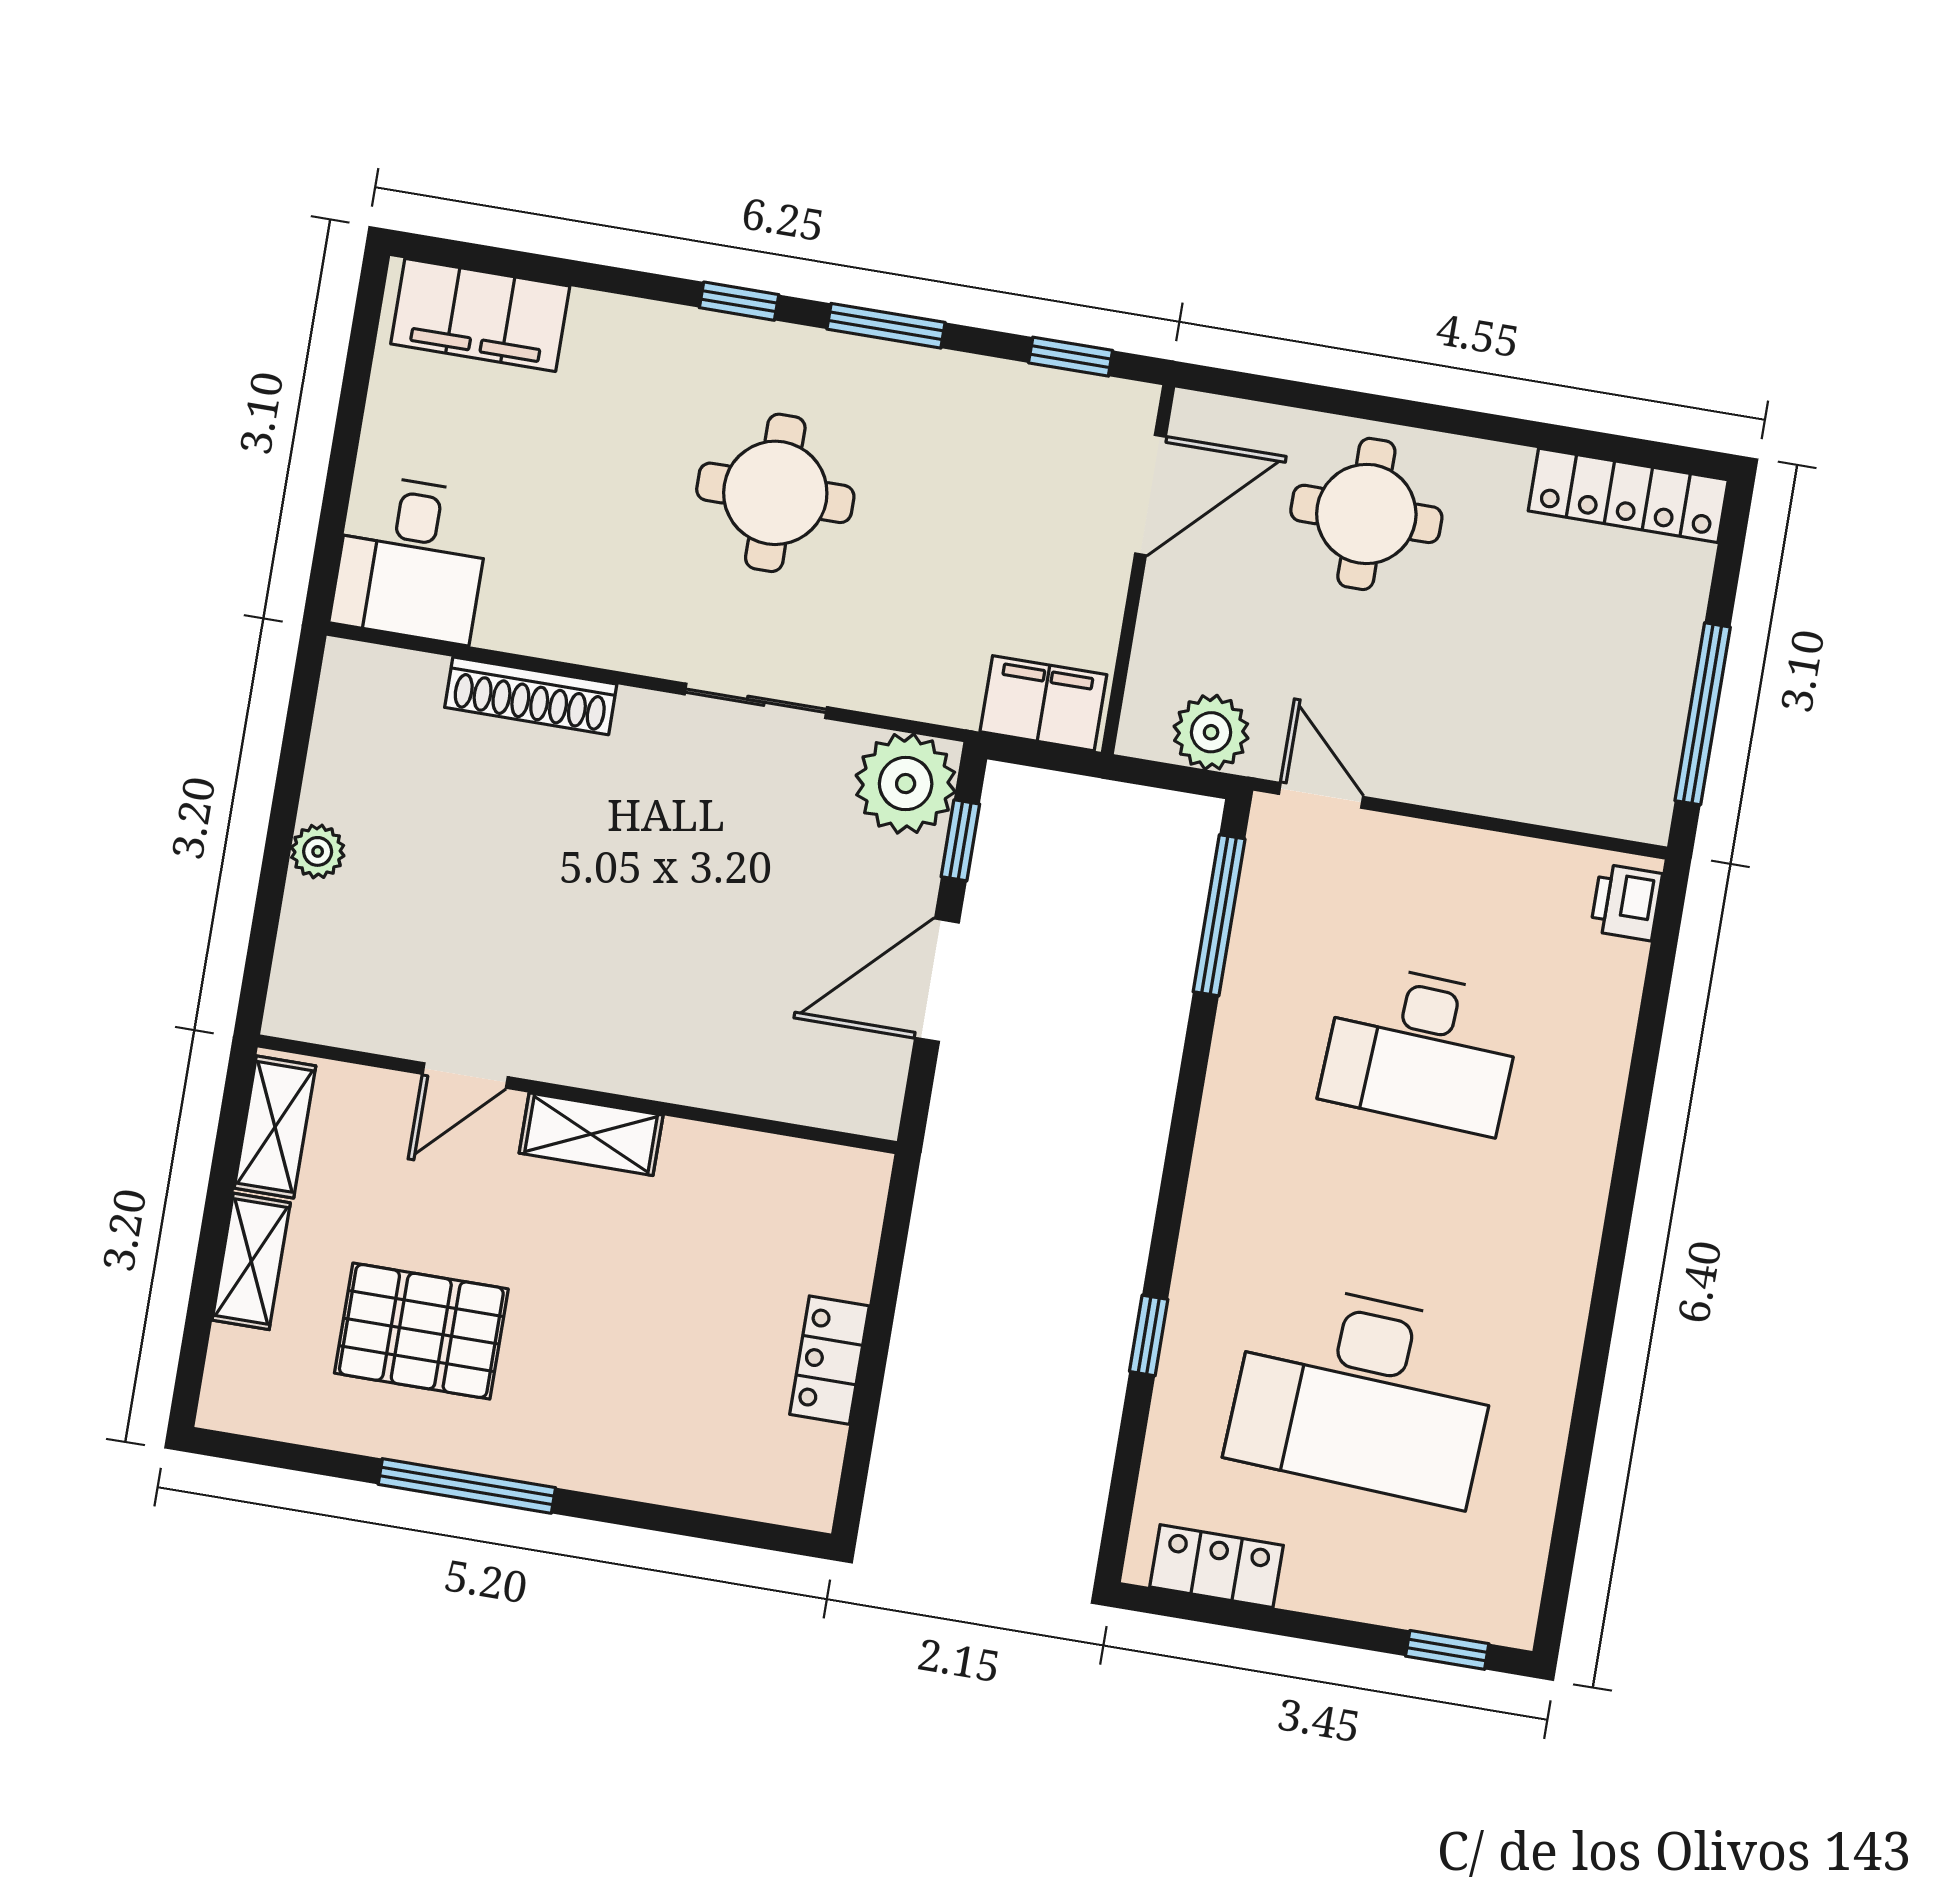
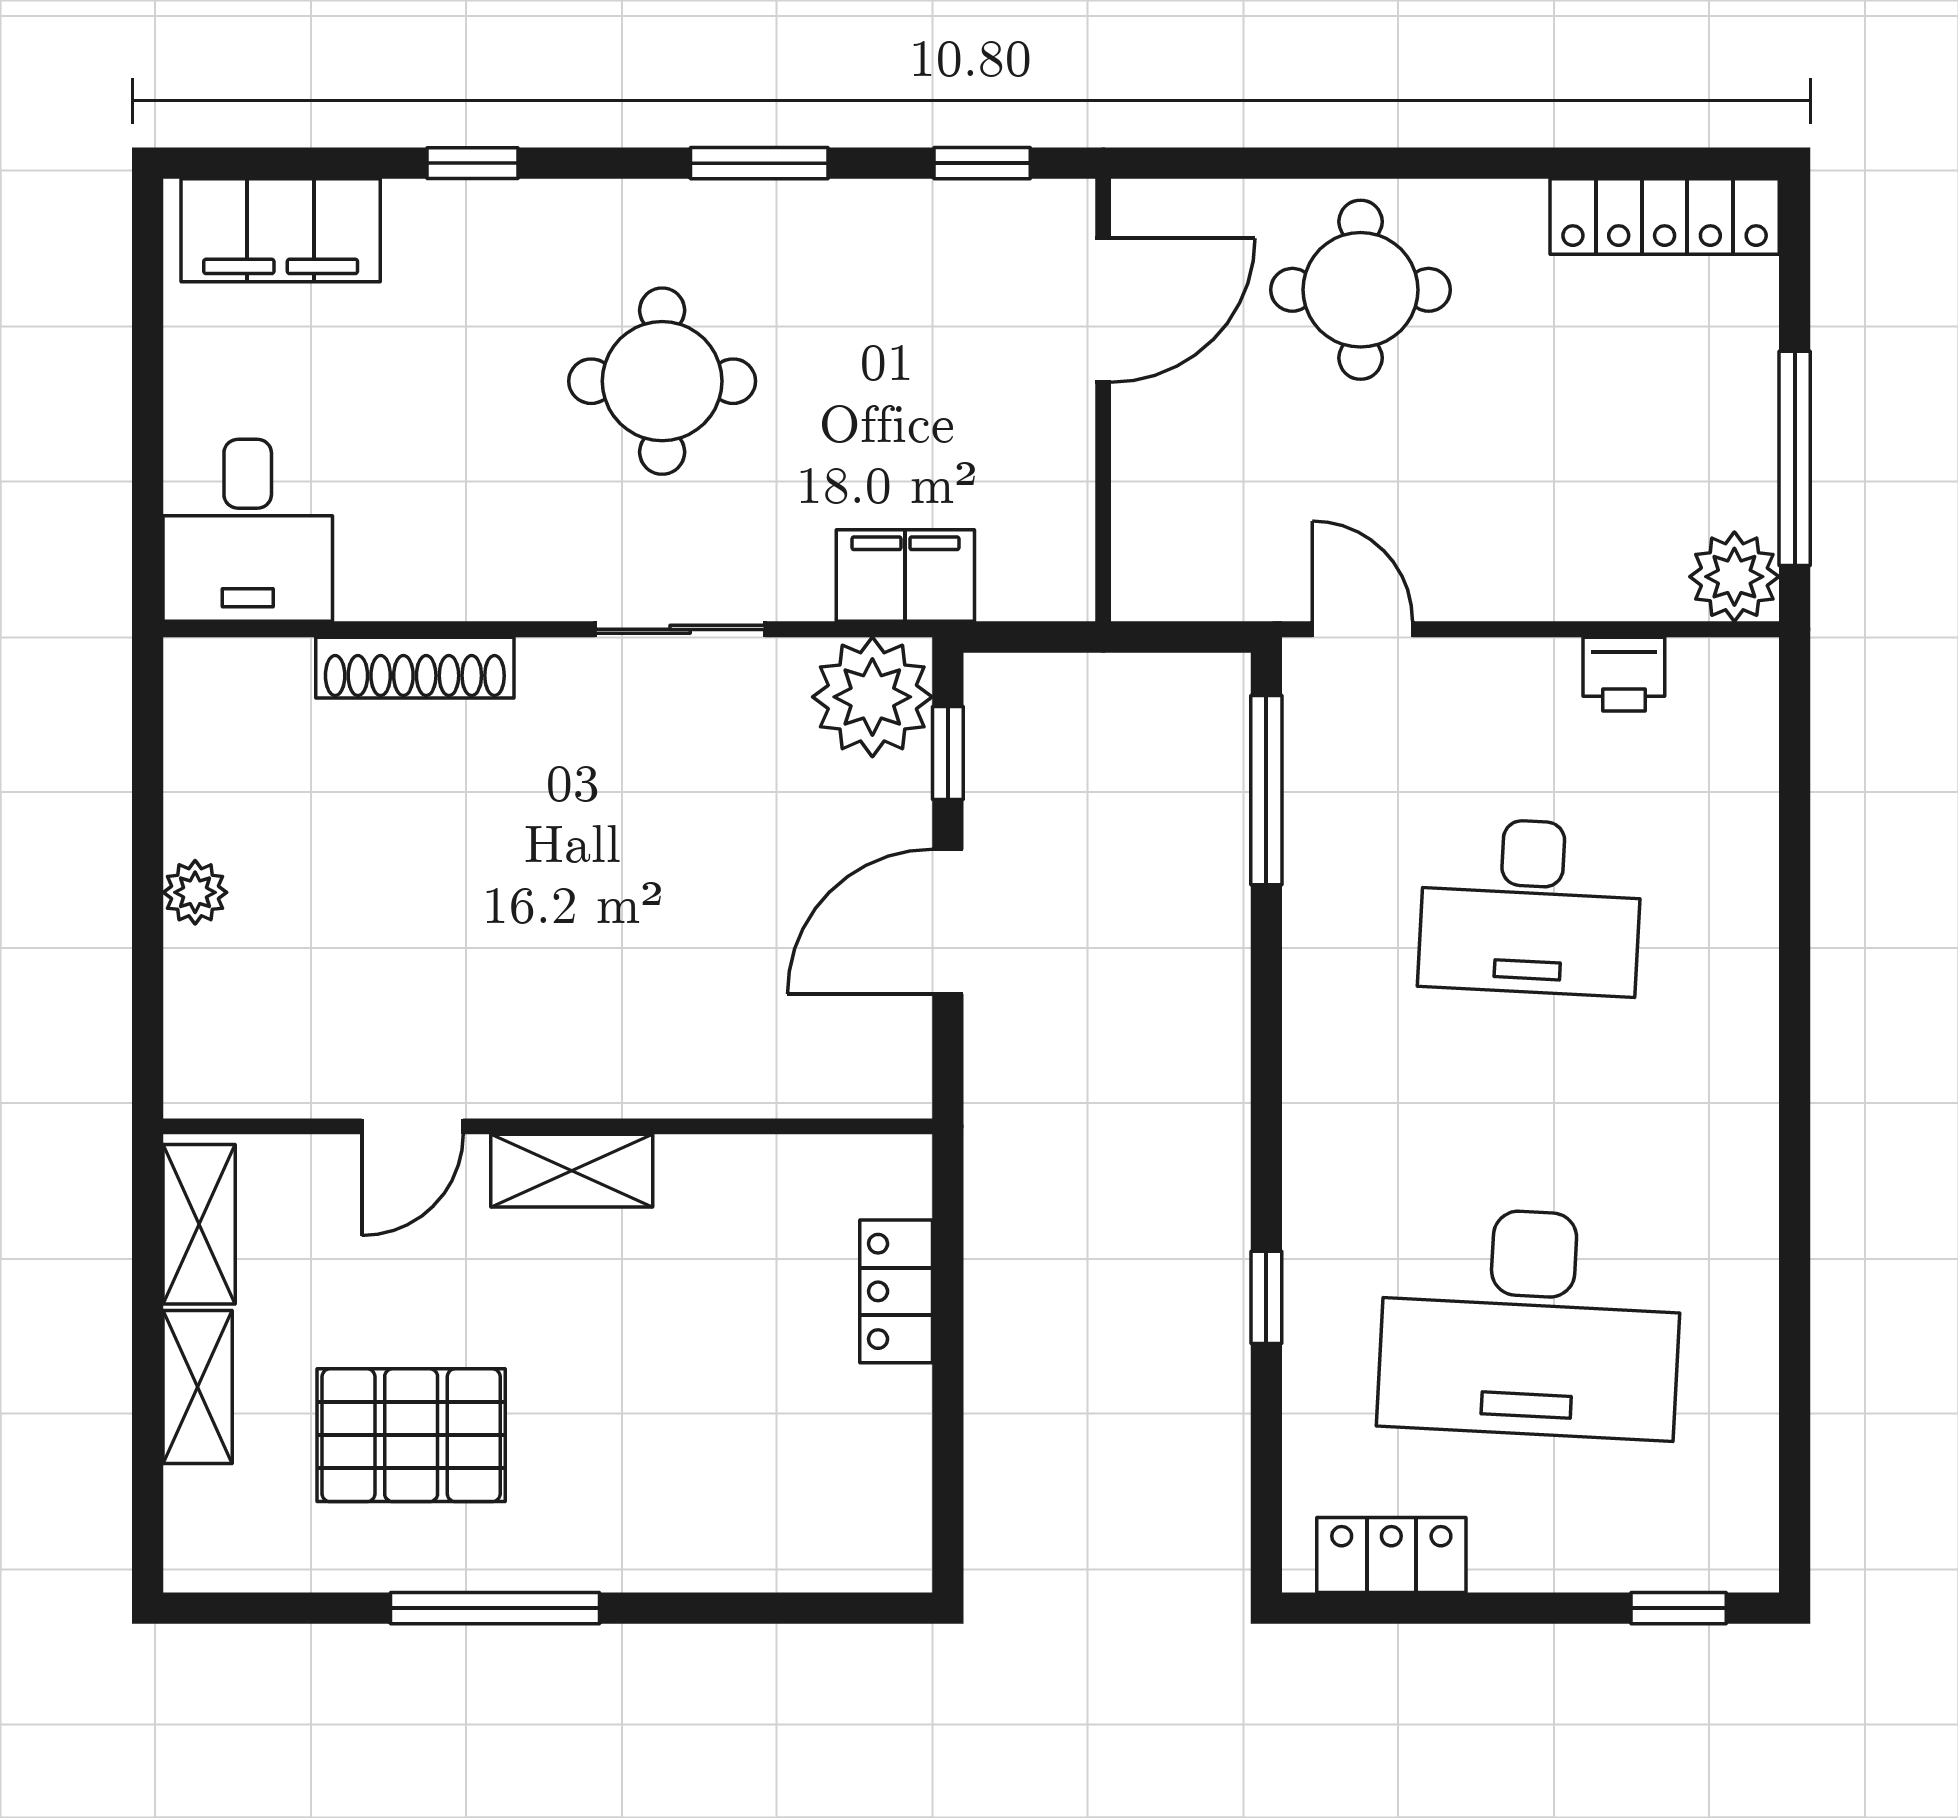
window: (739, 301) -> (473, 163), moved
filing cabinet: (1043, 703) -> (905, 575), moved
plant: (1211, 732) -> (1734, 577), moved
printer: (1626, 902) -> (1624, 674), moved, turned -90
locker: (829, 1360) -> (896, 1291), moved

